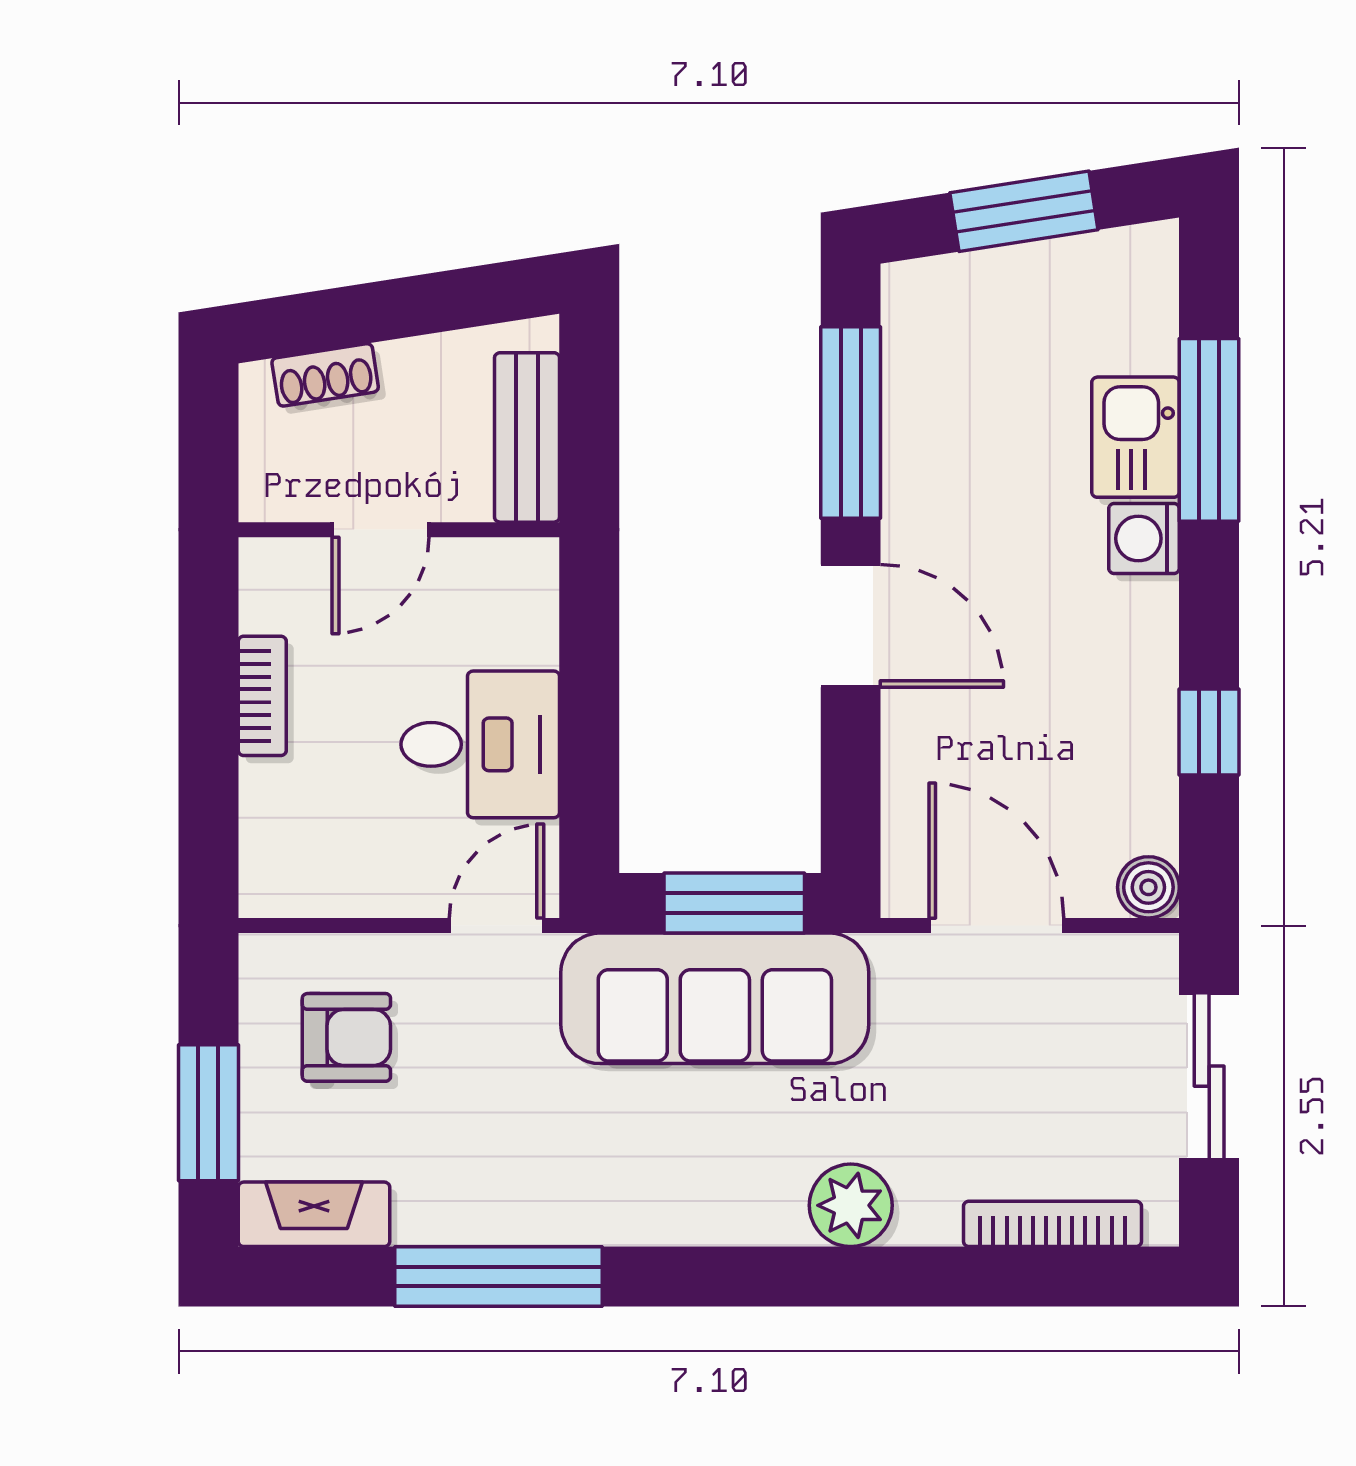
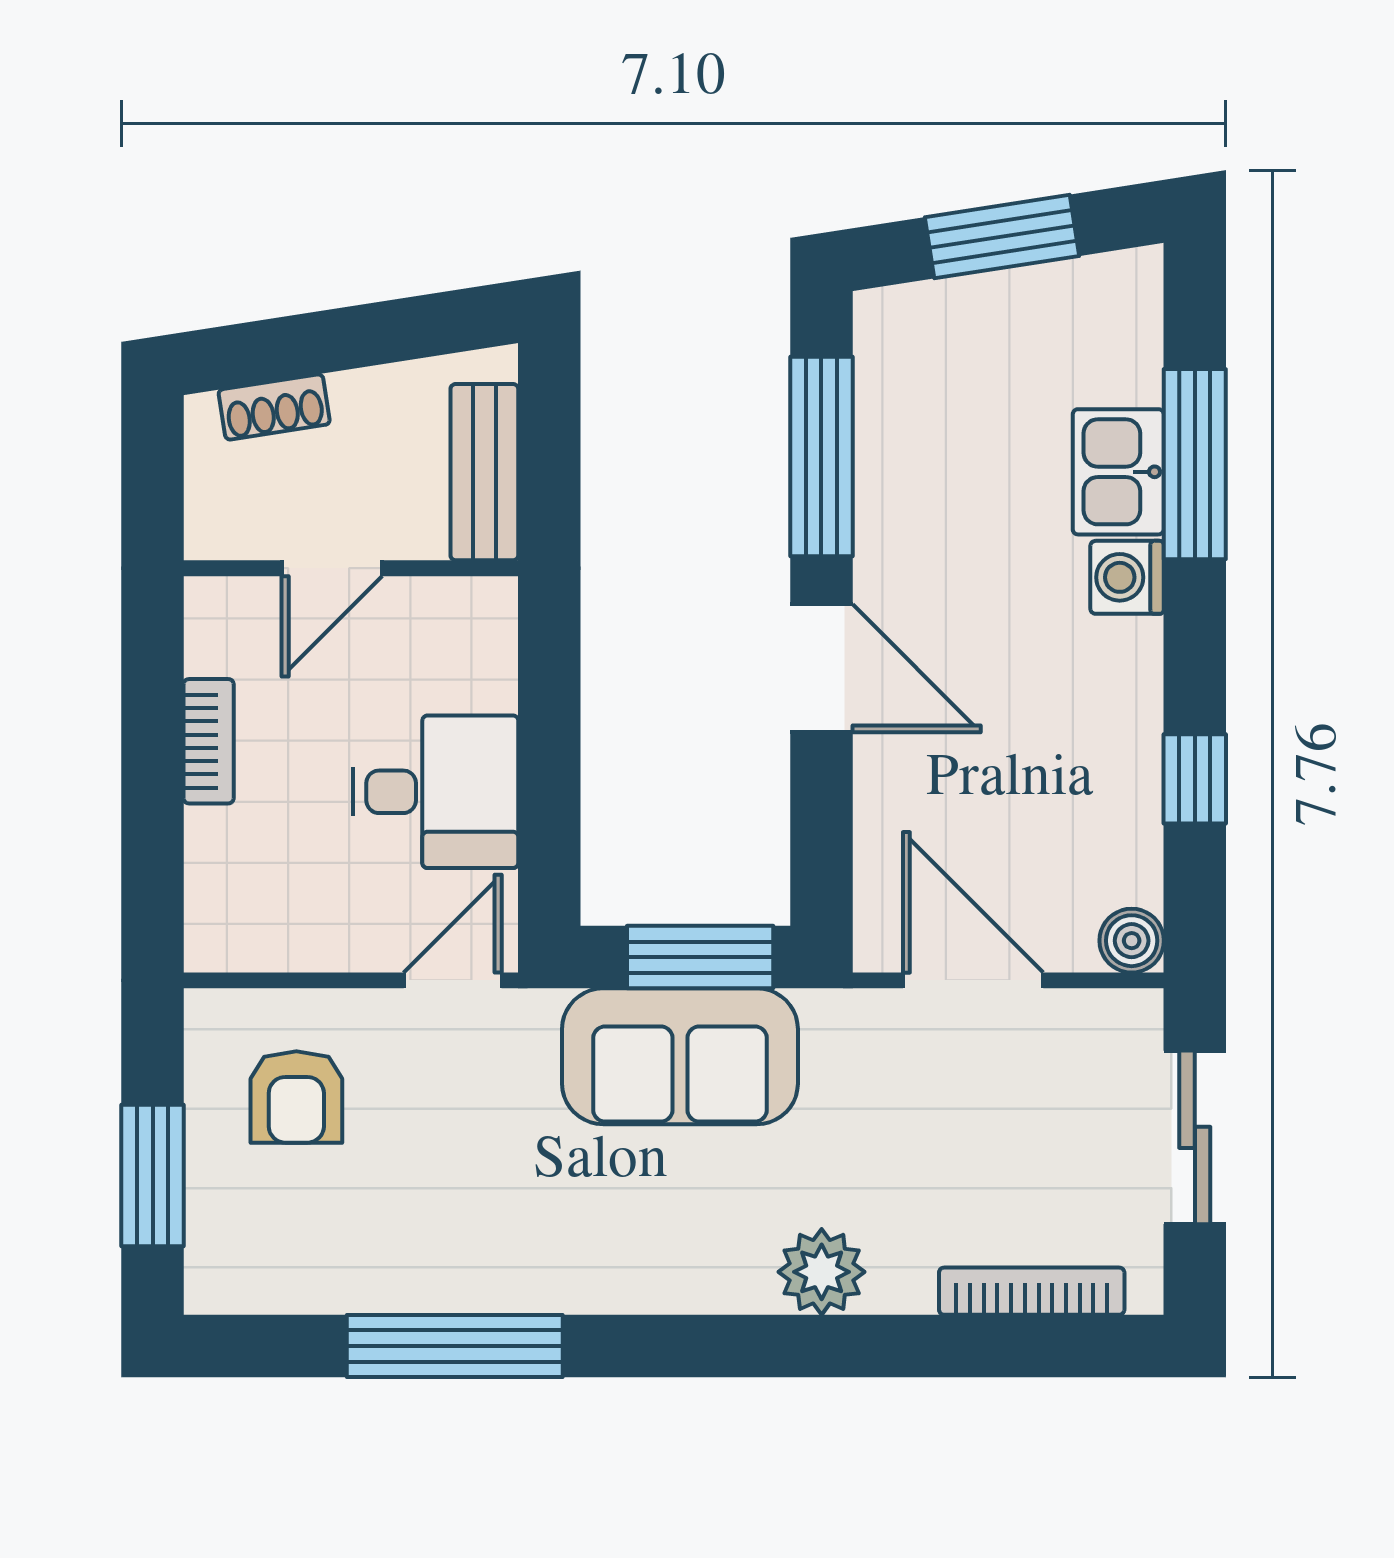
sofa: (715, 998) -> (680, 1056), width x0.73
armchair: (346, 1037) -> (296, 1097), turned 90
fireplace: (314, 1214) -> (263, 1281), removed

